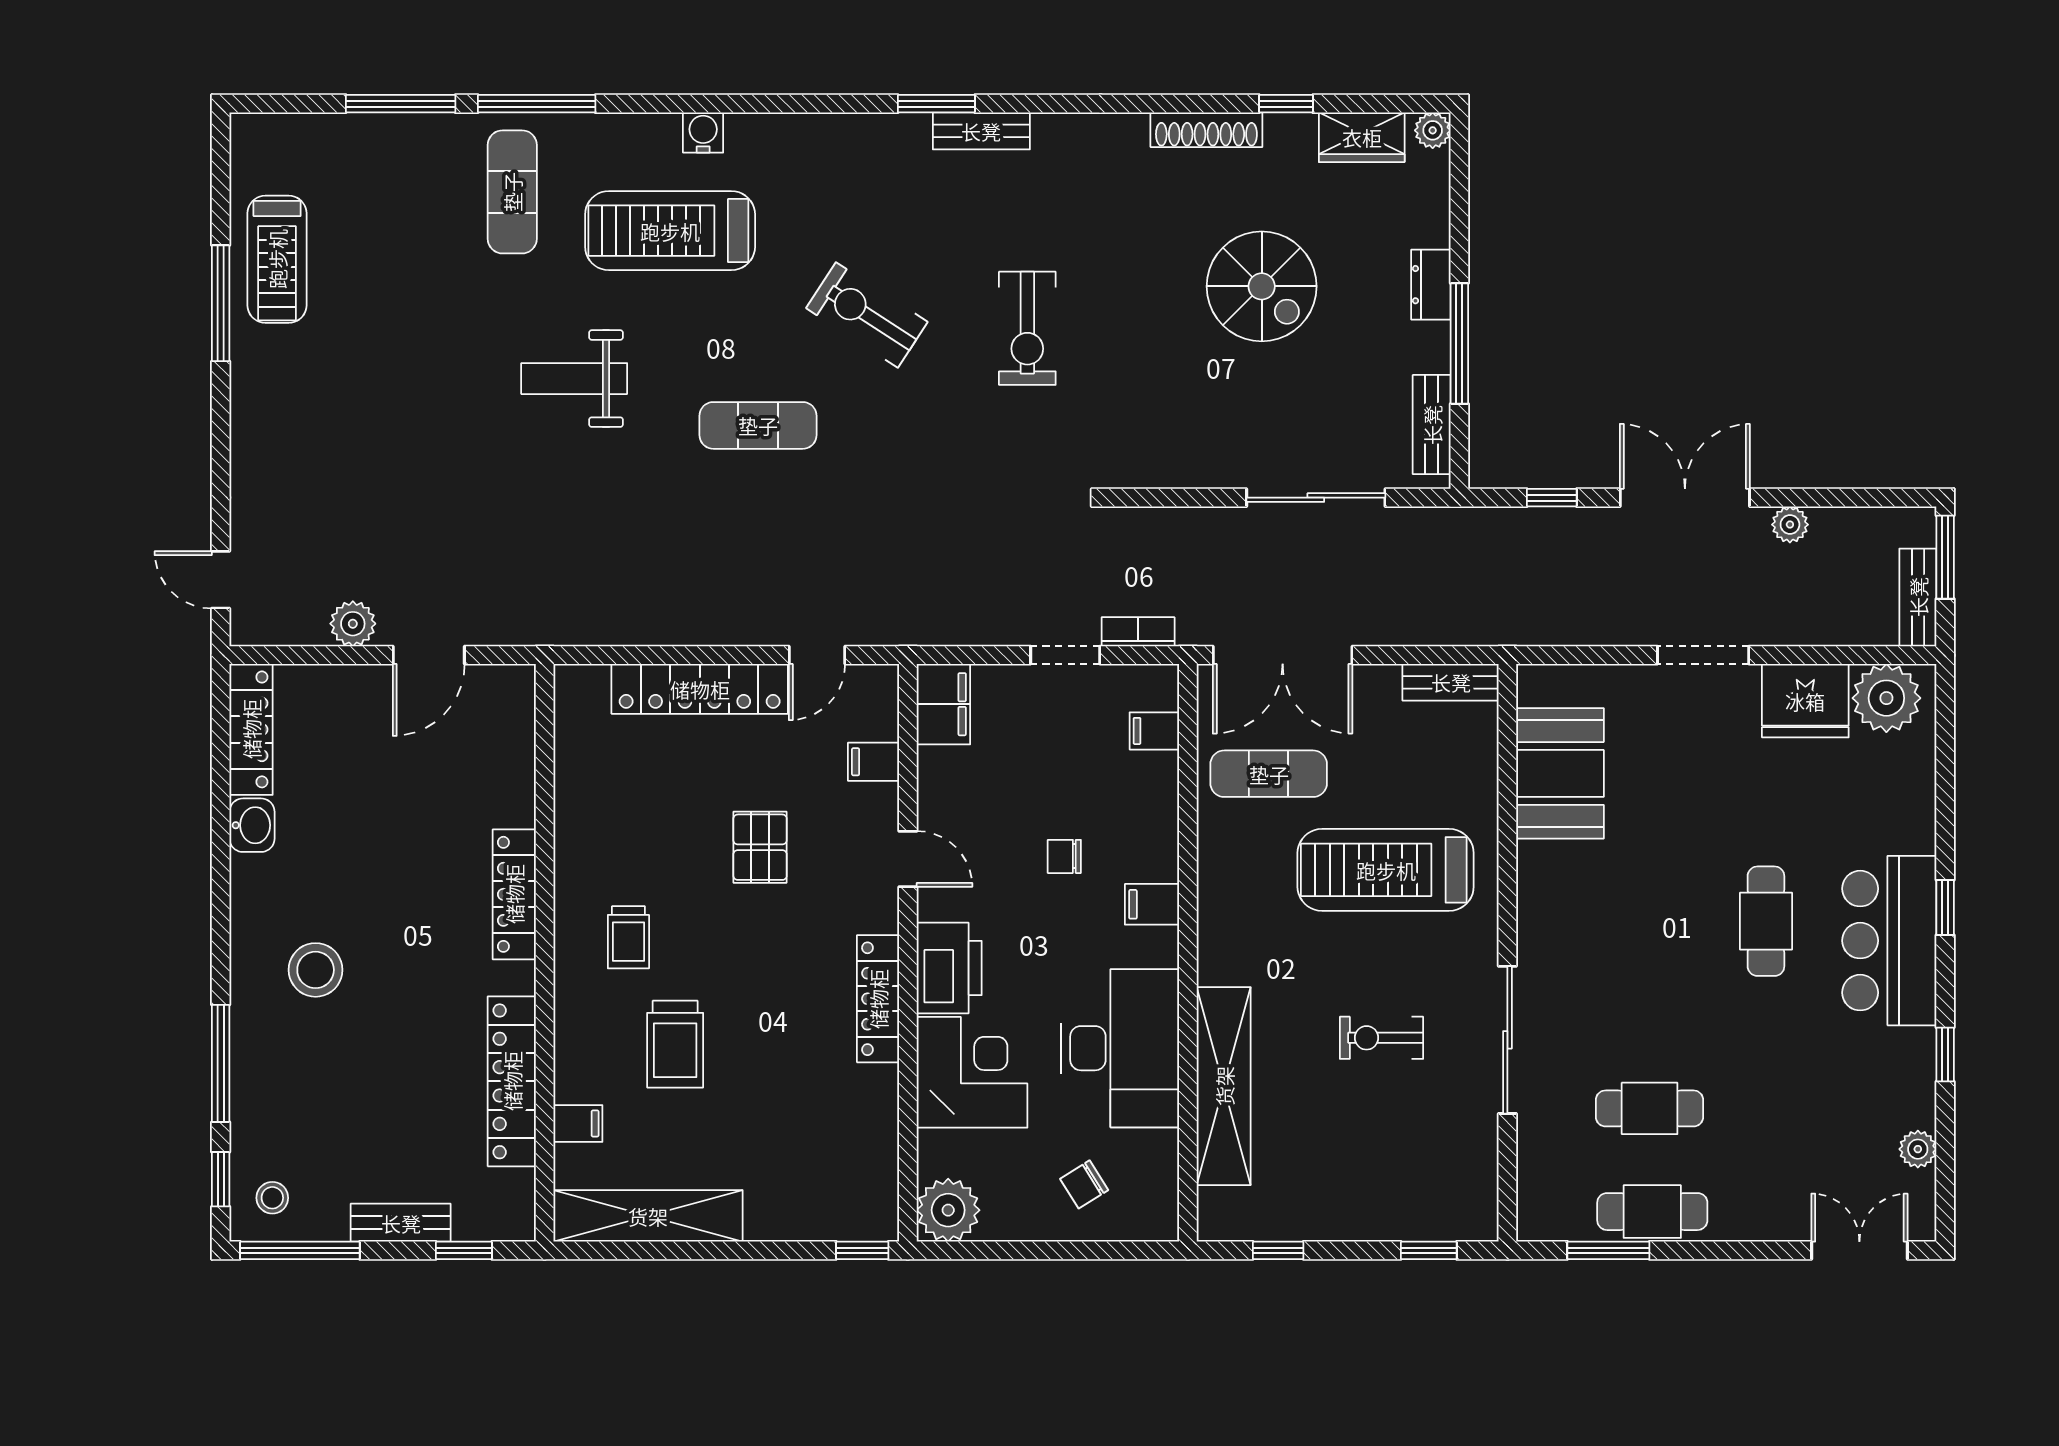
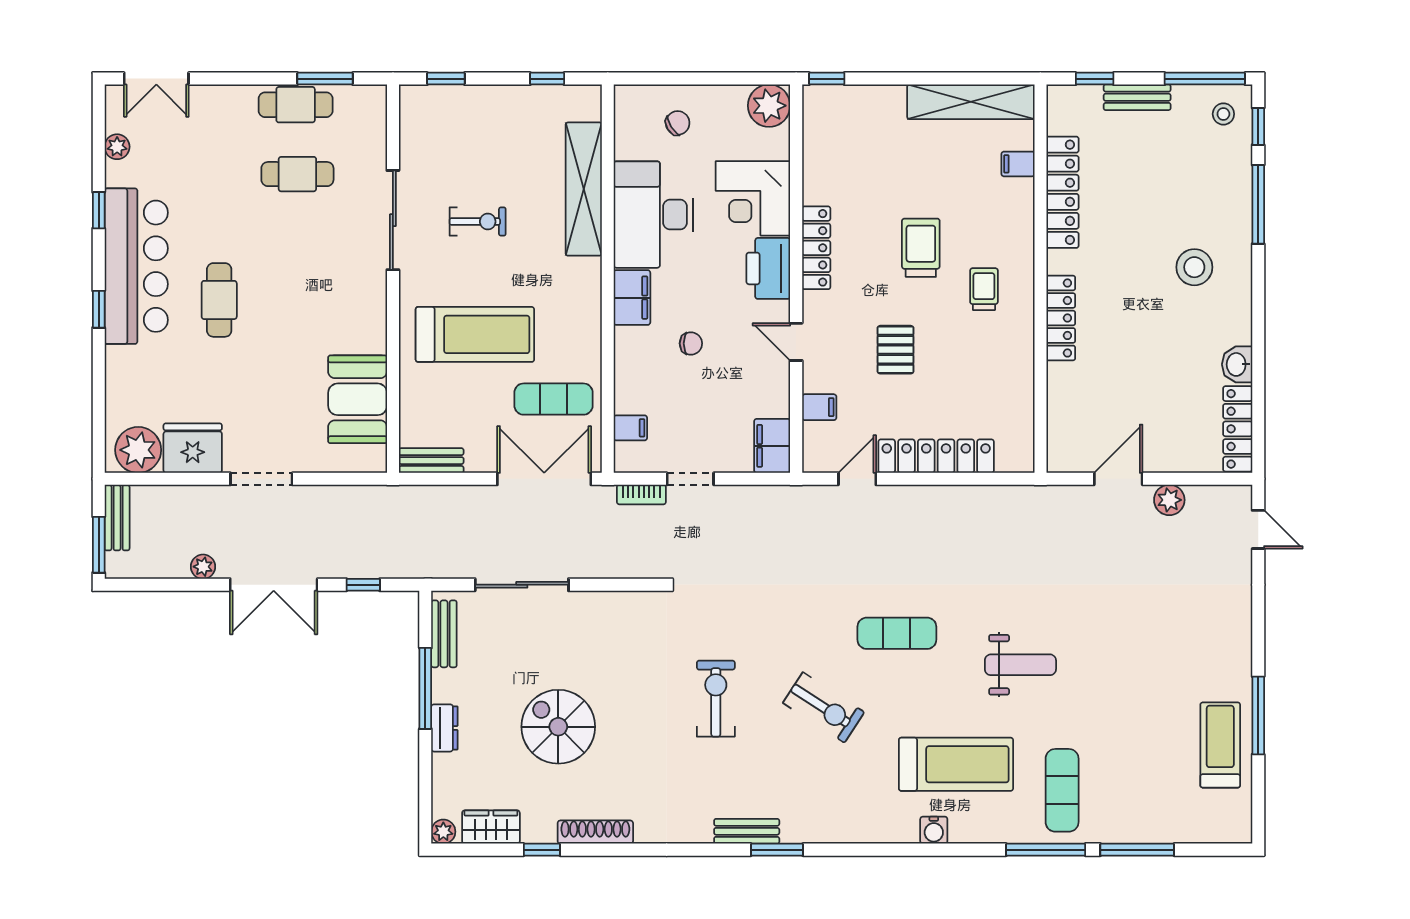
filing cabinet: (1152, 904) -> (632, 298), width x2.00
bar counter: (1889, 941) -> (136, 266), width x1.36
trolley: (675, 1044) -> (921, 248), moved

